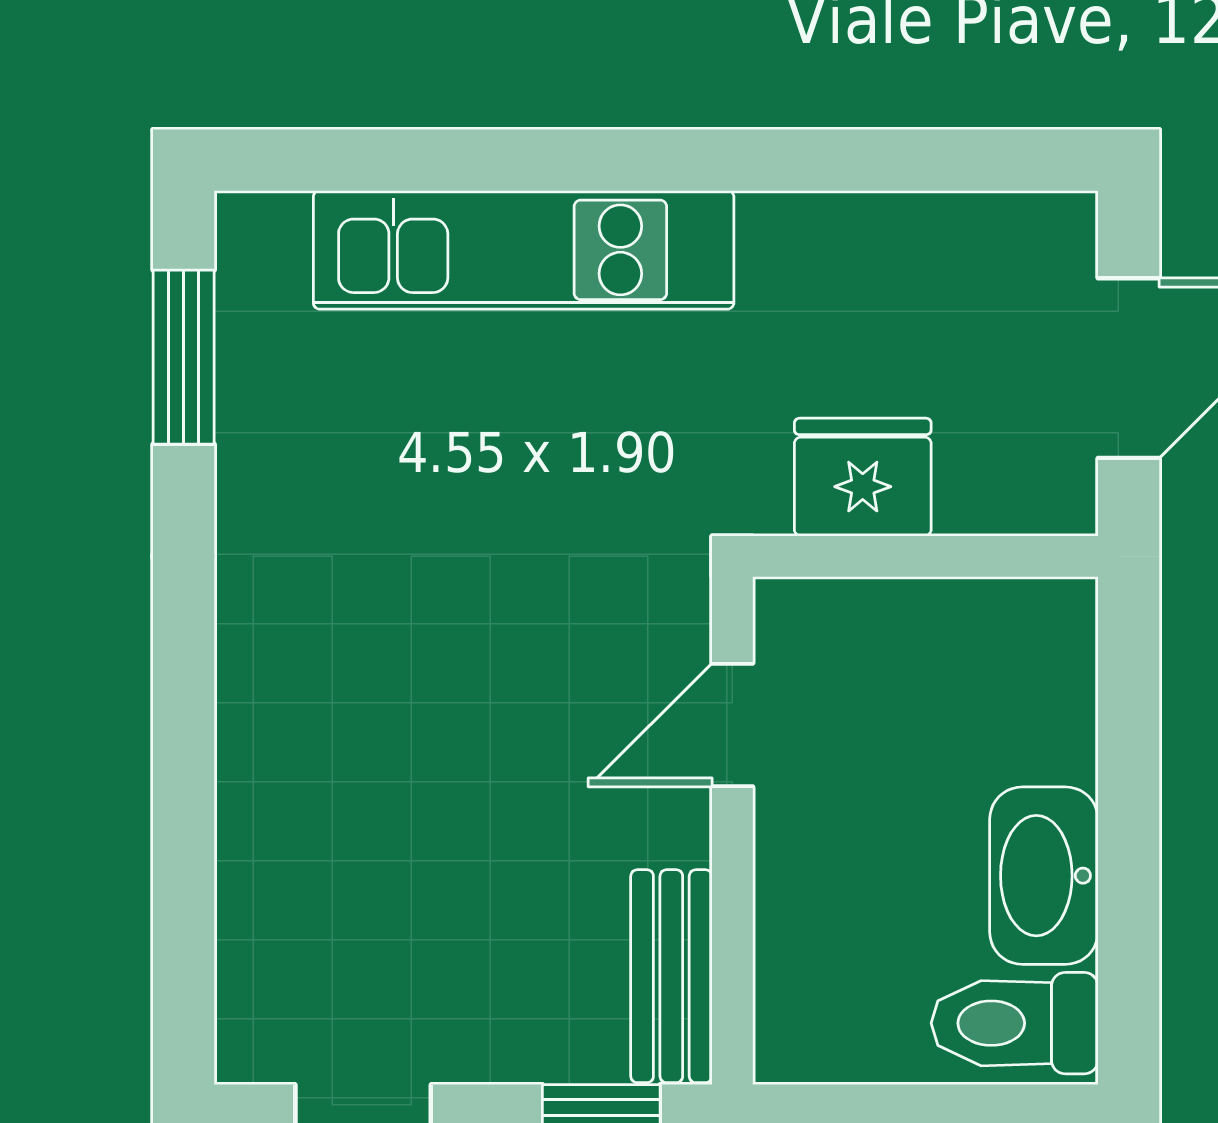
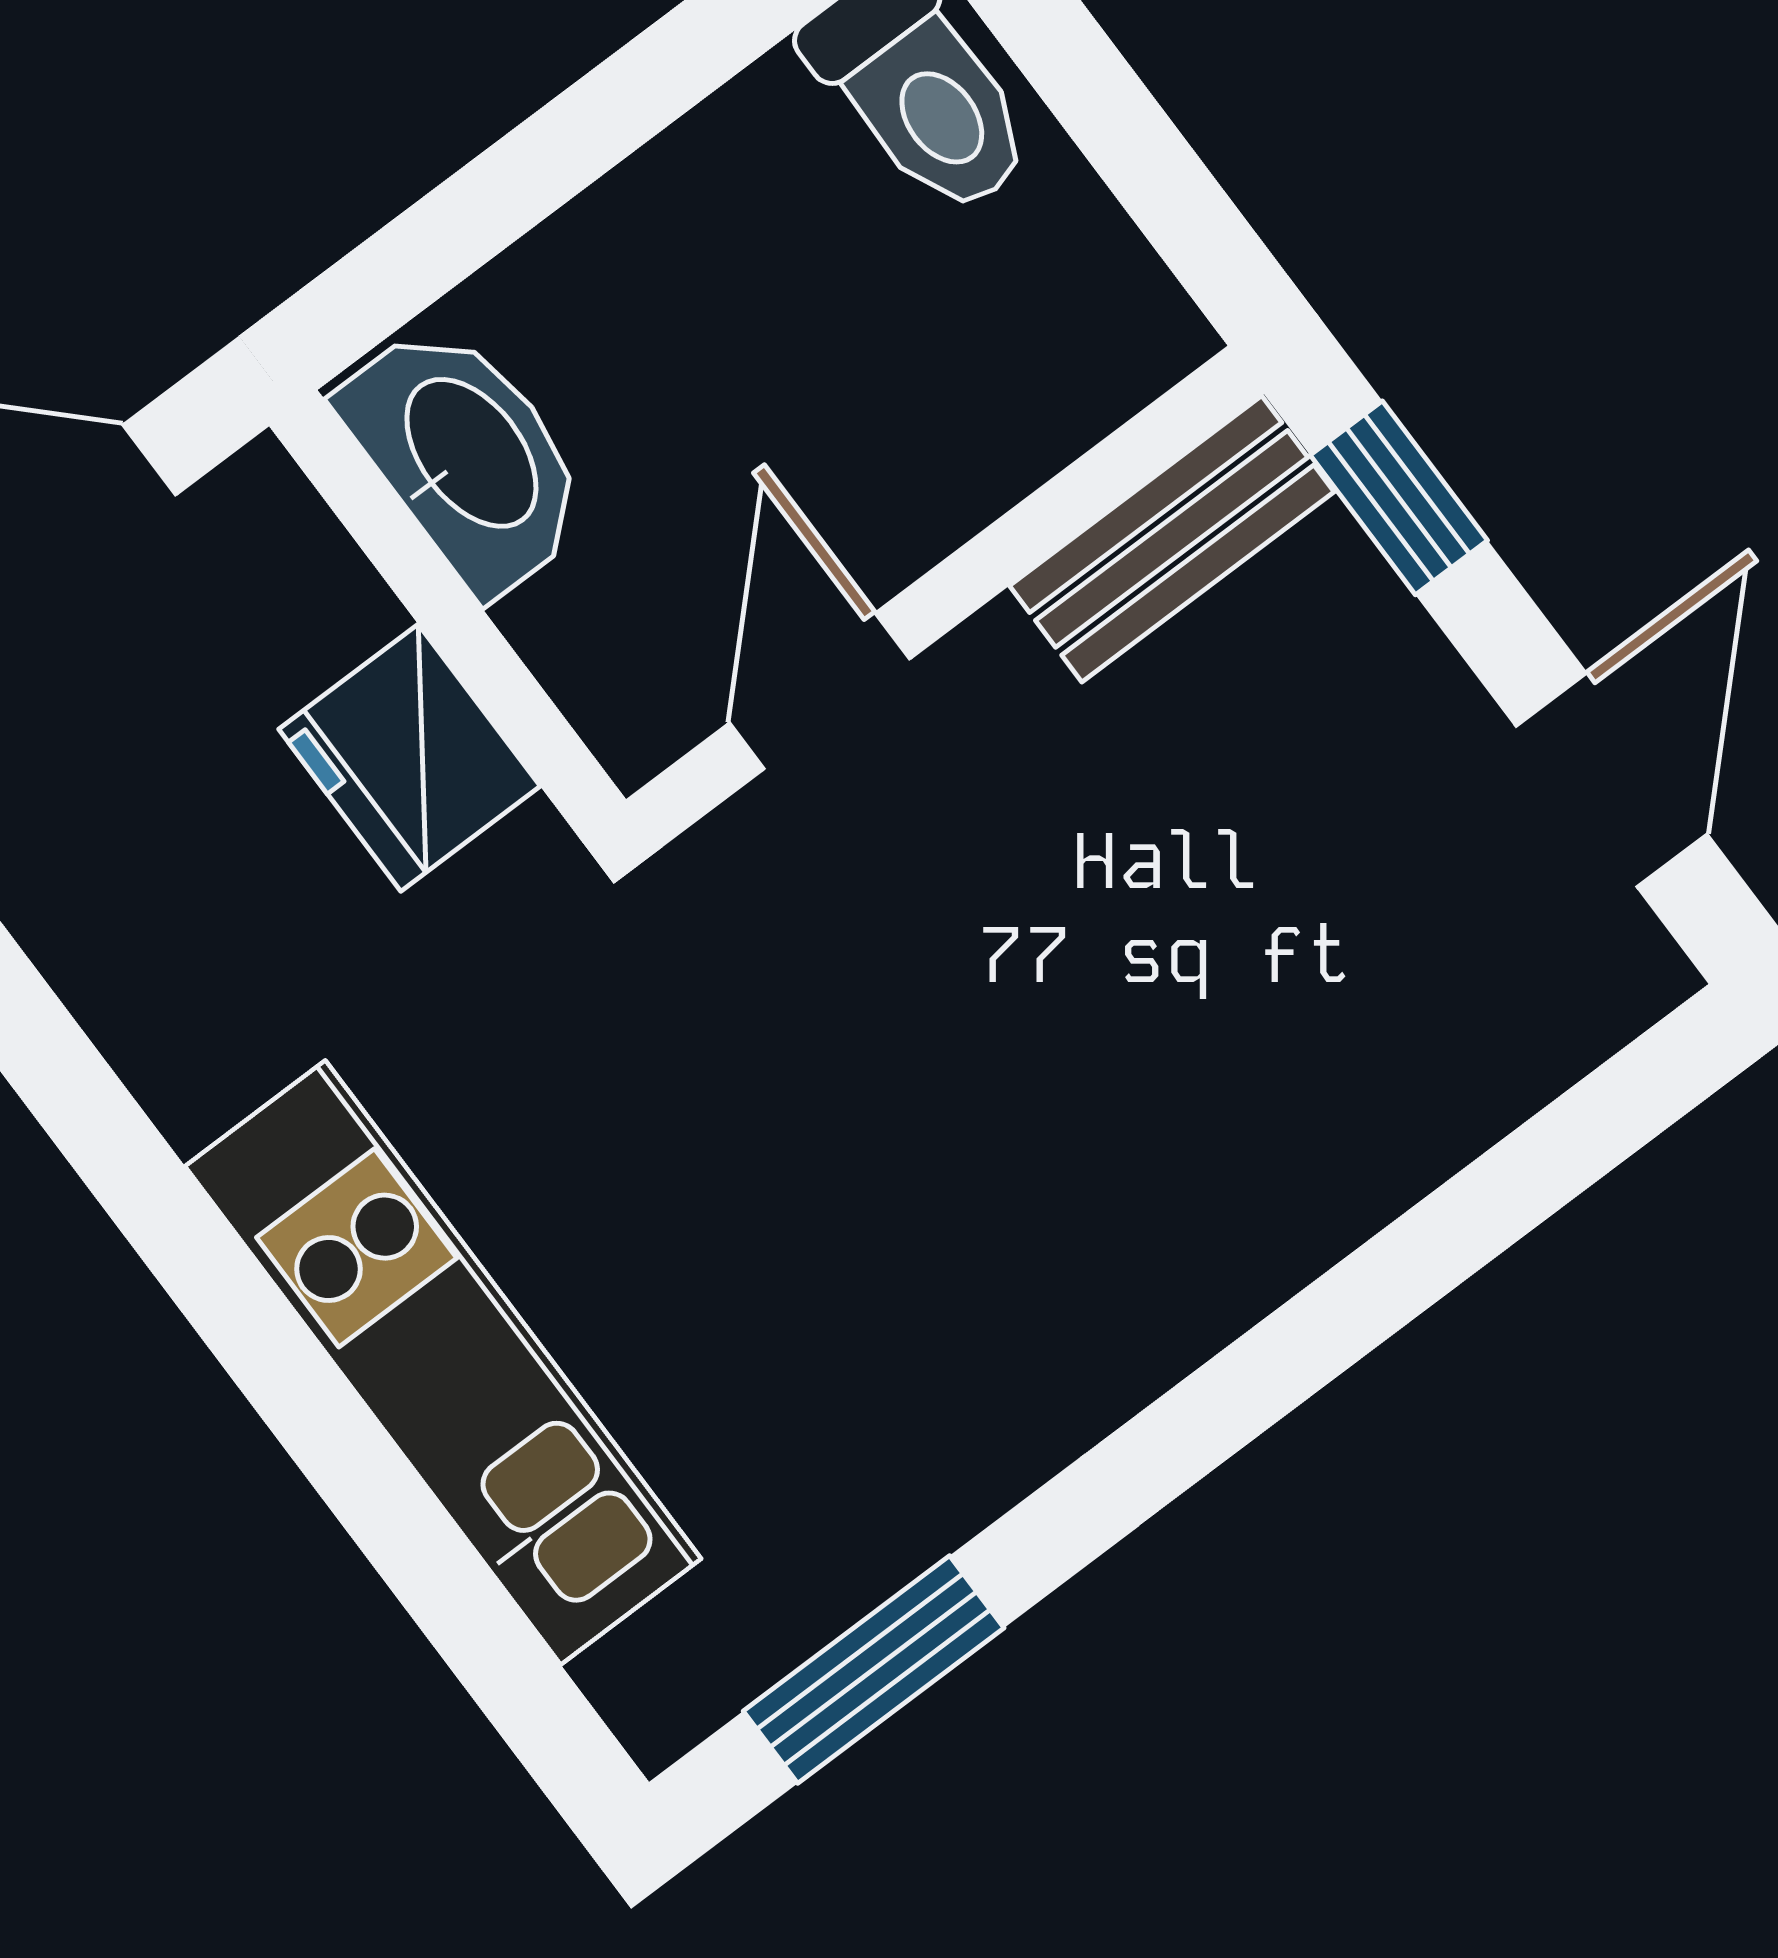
door: (732, 725) -> (820, 691), swing flipped
washbasin: (1044, 876) -> (468, 456), moved, turned -90

